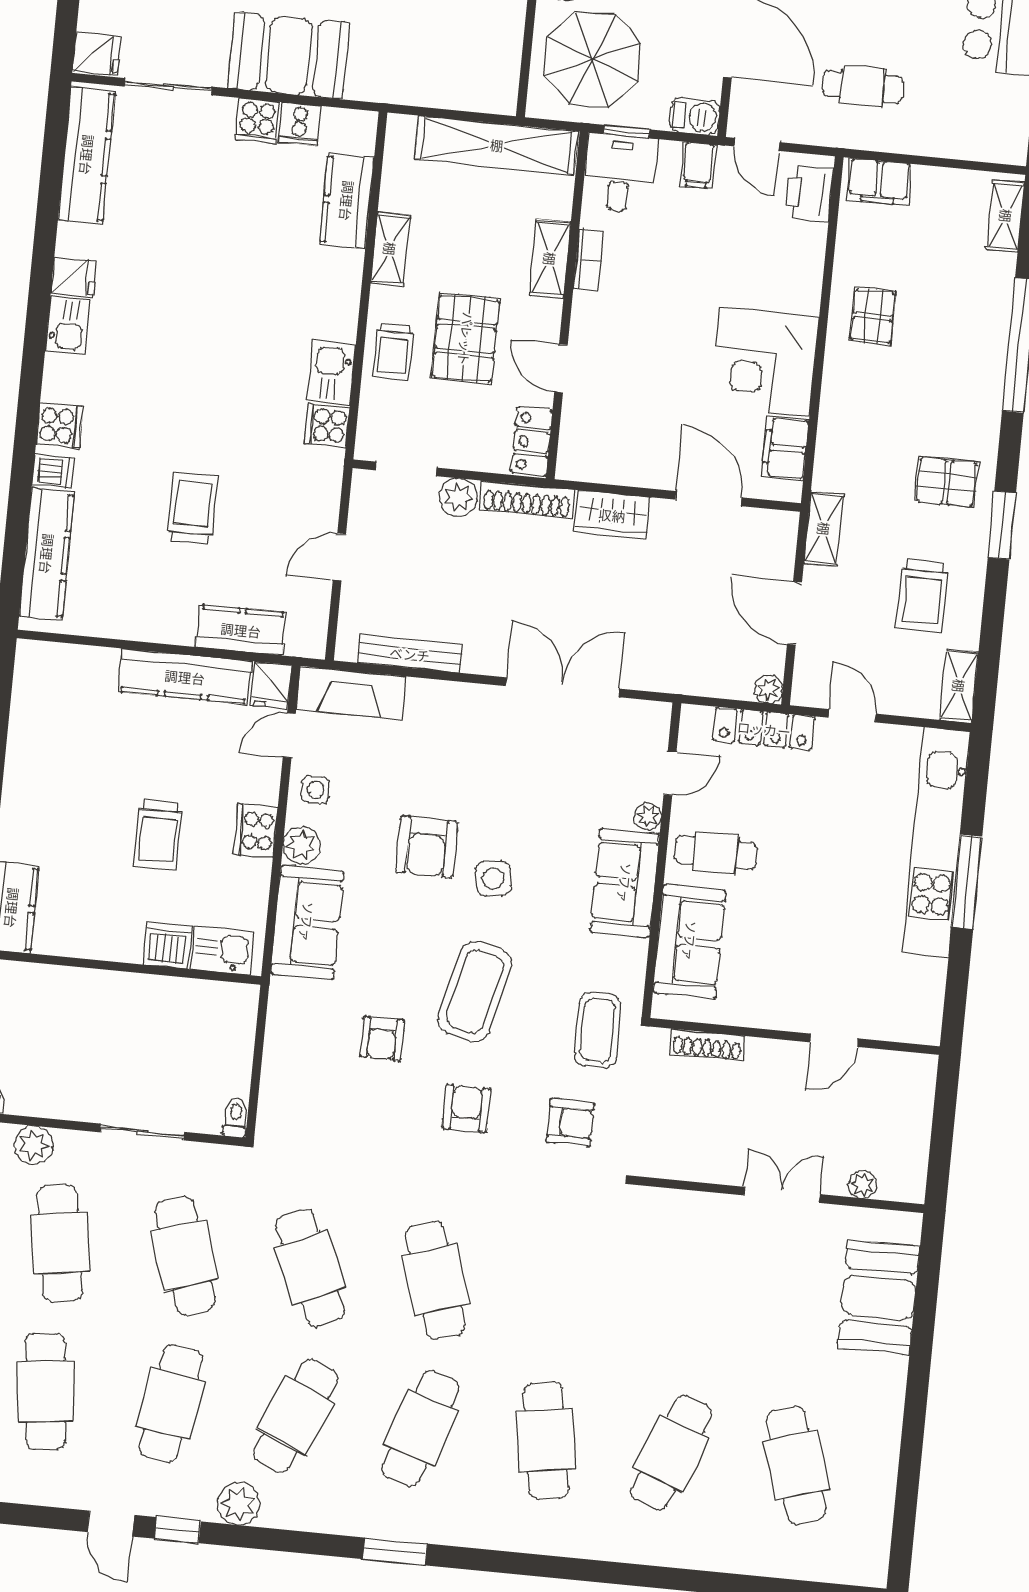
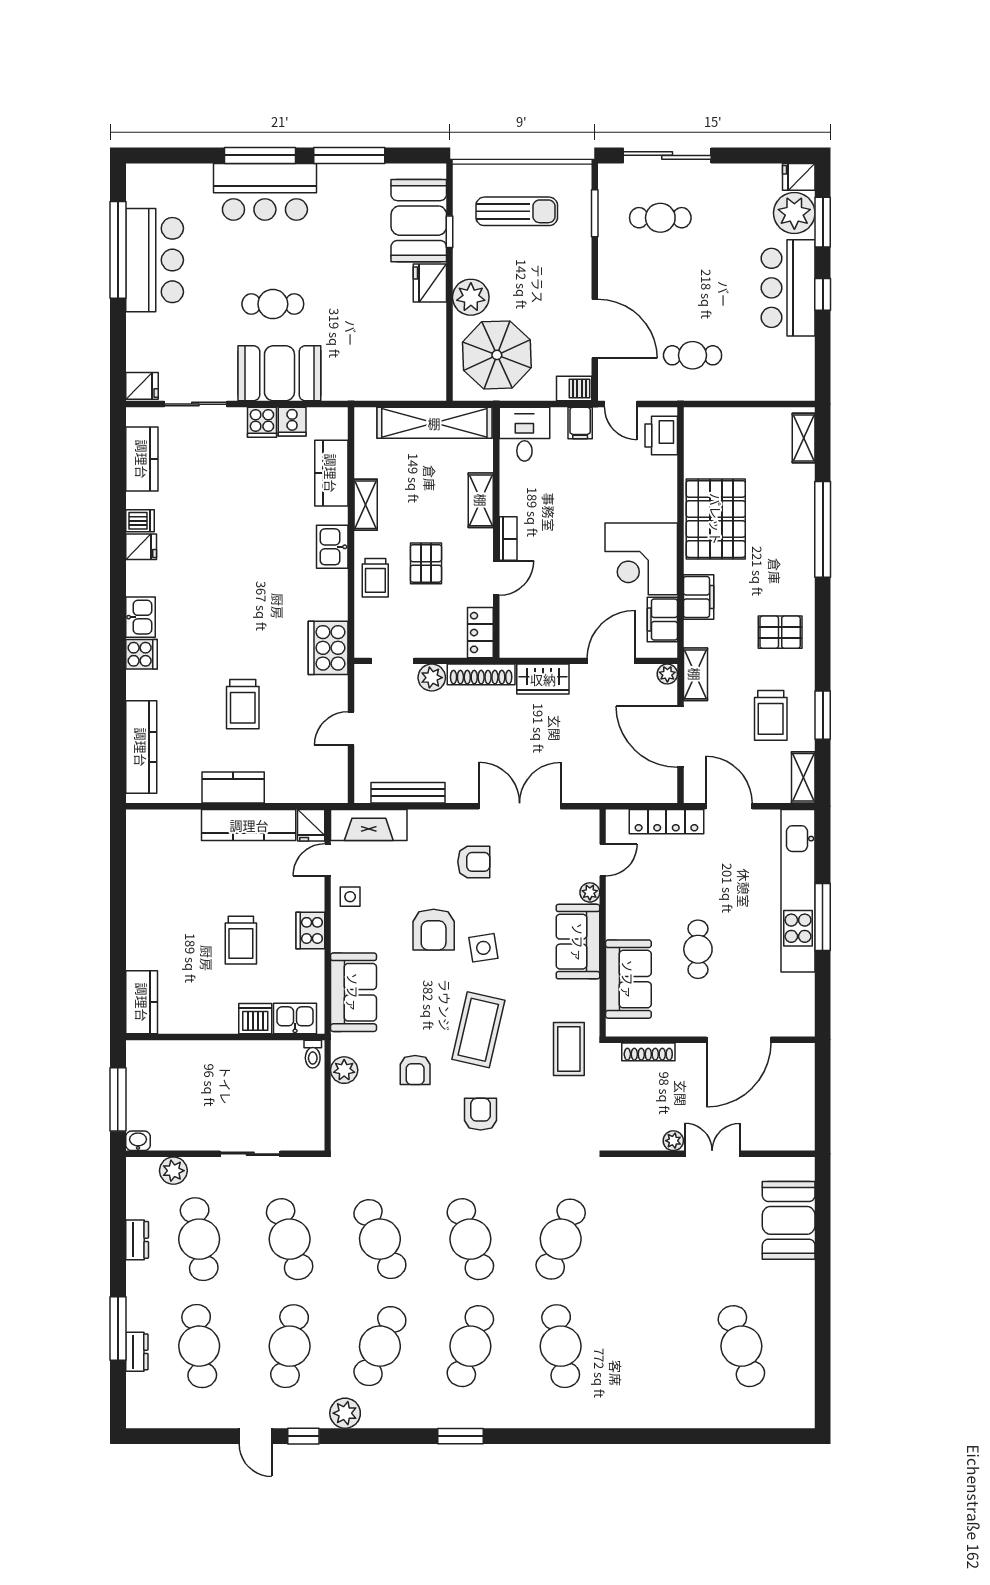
window: (627, 132) -> (527, 404), removed
kitchen counter: (87, 155) -> (142, 459), width x0.67
filing cabinet: (879, 182) -> (699, 597), moved, turned -90
bookcase: (588, 261) -> (508, 539), moved
pallet: (873, 316) -> (716, 519), width x2.05, depth x2.00
kitchen sink: (68, 325) -> (140, 617), moved
pallet: (466, 339) -> (426, 563), width x0.67, depth x0.71
door: (561, 368) -> (496, 578), swing flipped
kitchen sink: (331, 373) -> (332, 547), moved
cooker: (327, 425) -> (328, 648), width x1.87, depth x1.31
dishwasher: (53, 471) -> (140, 521), moved
door: (709, 499) -> (611, 661), hinge flipped
trolley: (193, 509) -> (243, 704), turned 180
window: (1002, 525) -> (823, 715), moved
door: (794, 613) -> (680, 737), width x1.36
kitchen counter: (241, 630) -> (233, 788), moved
plant: (769, 689) -> (667, 674), moved
door: (852, 716) -> (729, 806), width x1.38
plant: (302, 845) -> (344, 1070), moved
cafe table: (716, 853) -> (698, 949), moved, turned 90
door: (834, 1040) -> (739, 1040), width x1.87
toilet: (235, 1117) -> (313, 1054), moved, turned 180
armchair: (570, 1122) -> (474, 862), moved
plant: (863, 1184) -> (673, 1141), moved
cafe table: (671, 1453) -> (561, 1239), moved

